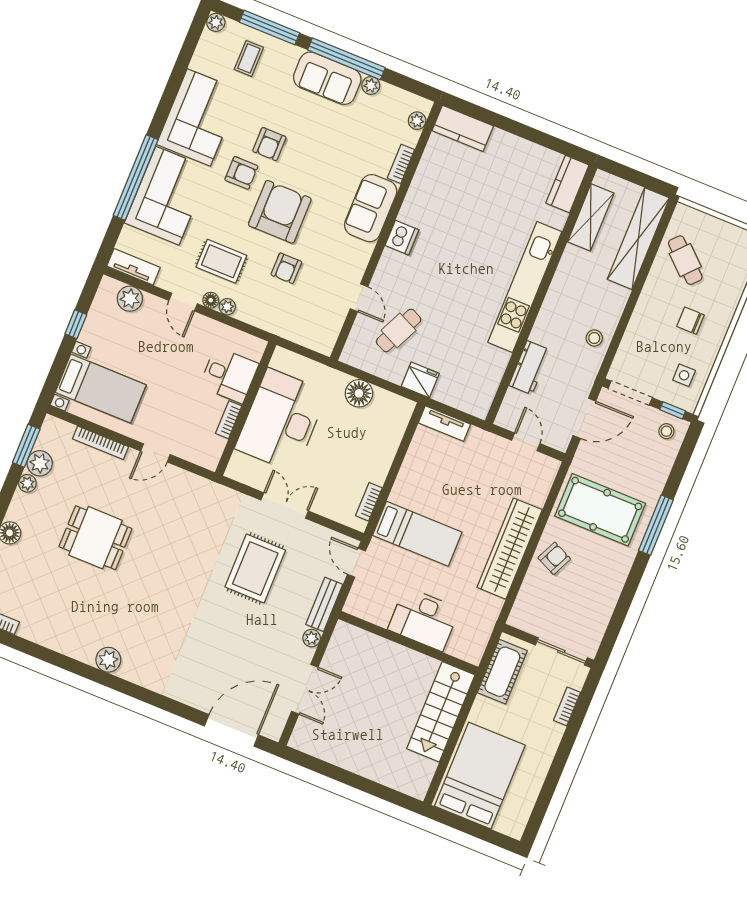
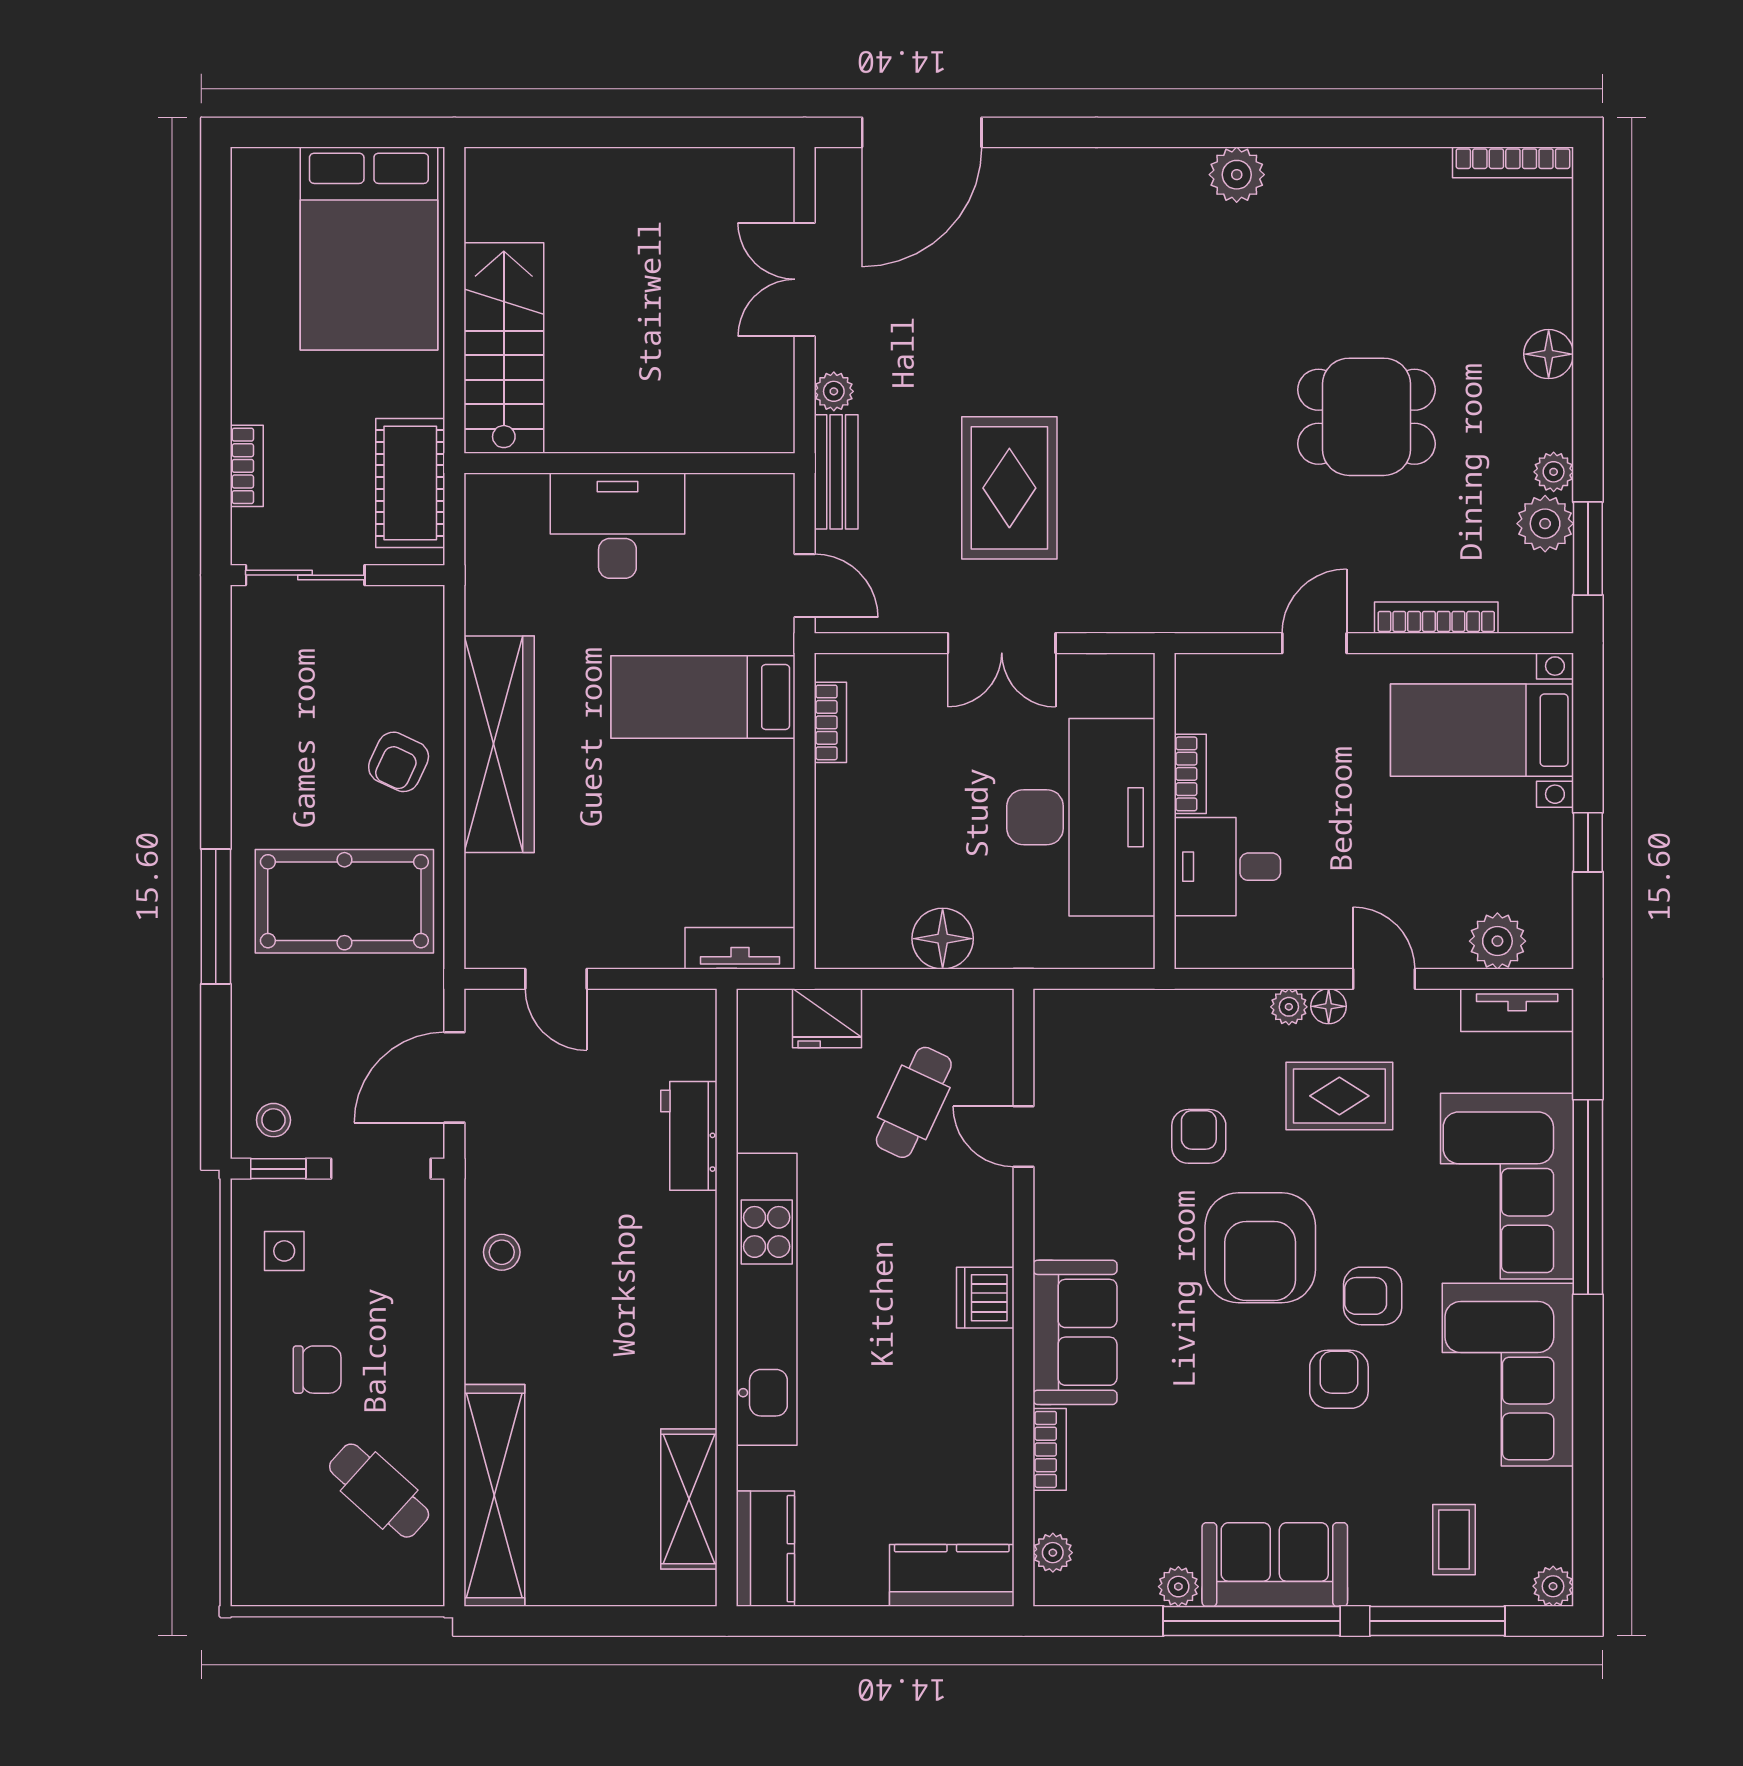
kitchen counter: (567, 184) -> (765, 1549), moved
shelving: (591, 217) -> (689, 1499), moved
kitchen unit: (525, 287) -> (767, 1299), moved
wall: (541, 294) -> (727, 1298), moved
workbench: (529, 368) -> (689, 1136), moved

